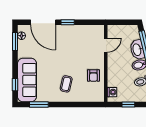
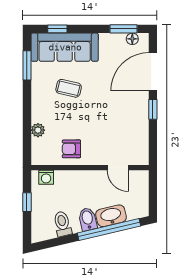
coffee table: (66, 84) -> (69, 88), moved
plant: (81, 97) -> (38, 130), added

